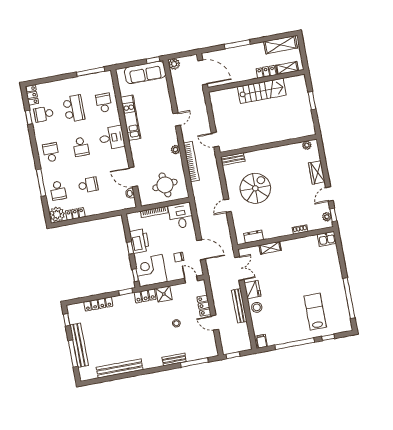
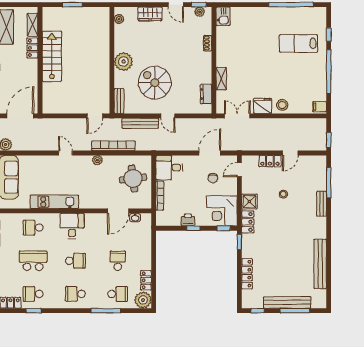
school desk: (44, 114) -> (33, 294), turned 90
plant: (269, 156) -> (123, 62), added
printer: (139, 241) -> (188, 220), width x0.53, depth x0.68
bench: (239, 306) -> (140, 123), moved

